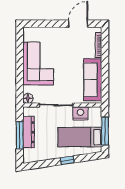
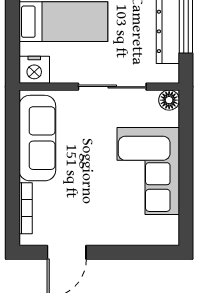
nightstand: (80, 113) -> (34, 70), moved
window: (105, 131) -> (12, 34), removed

